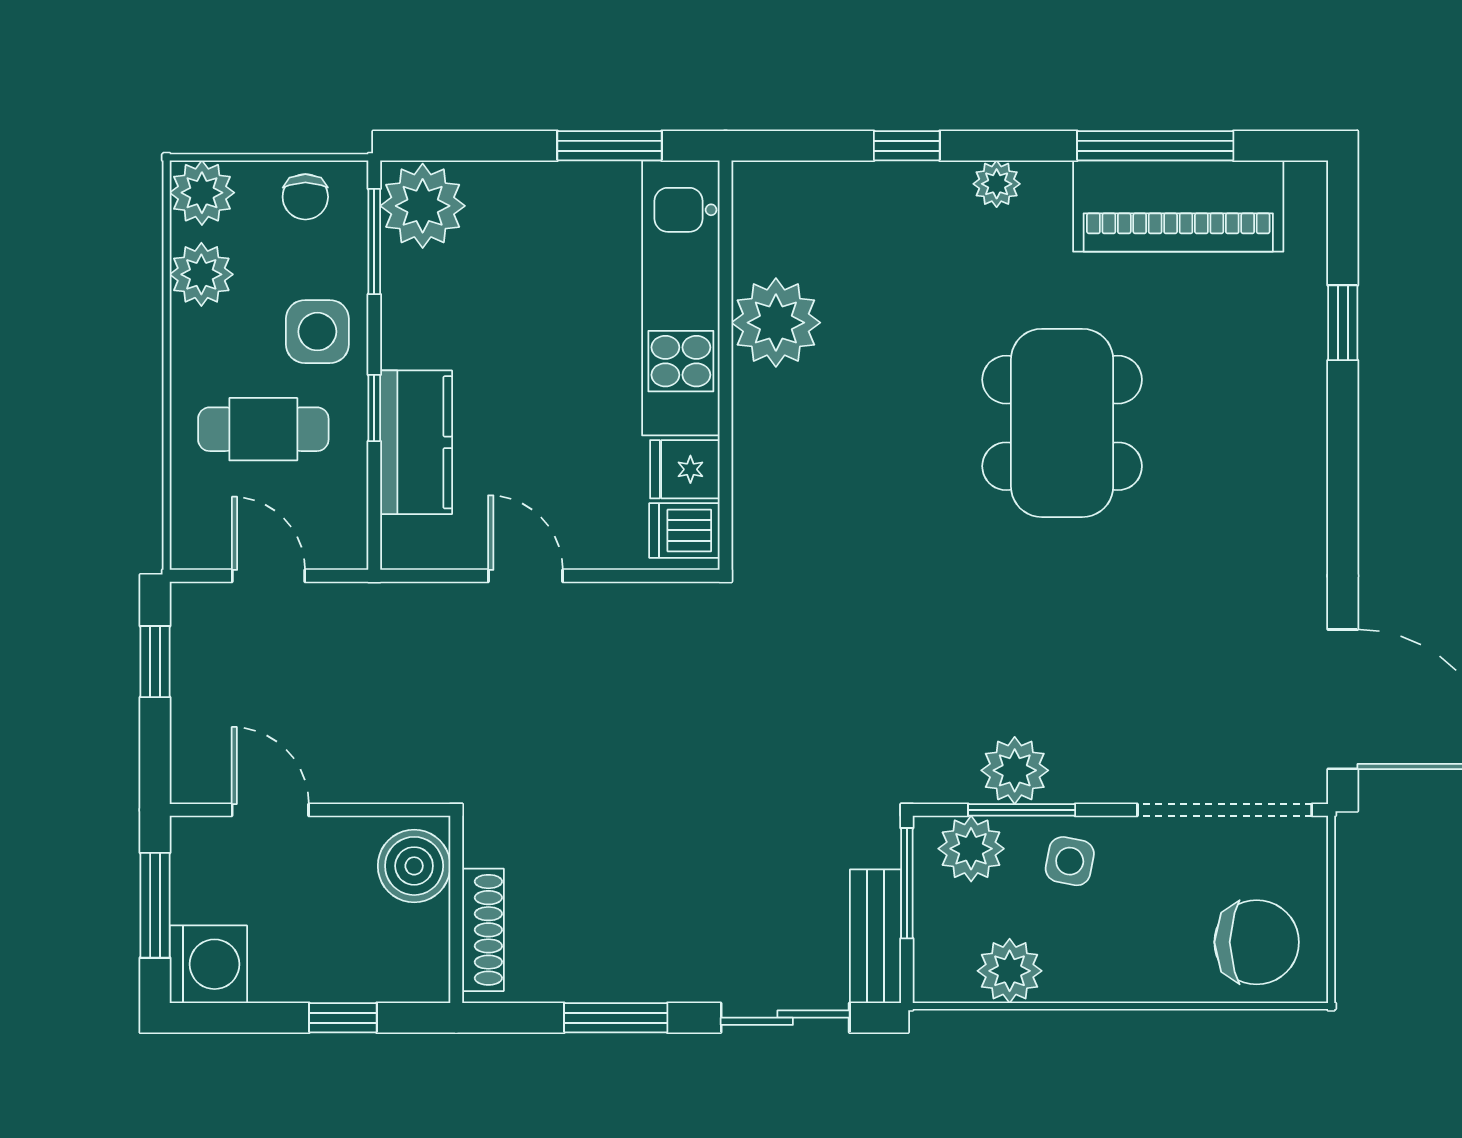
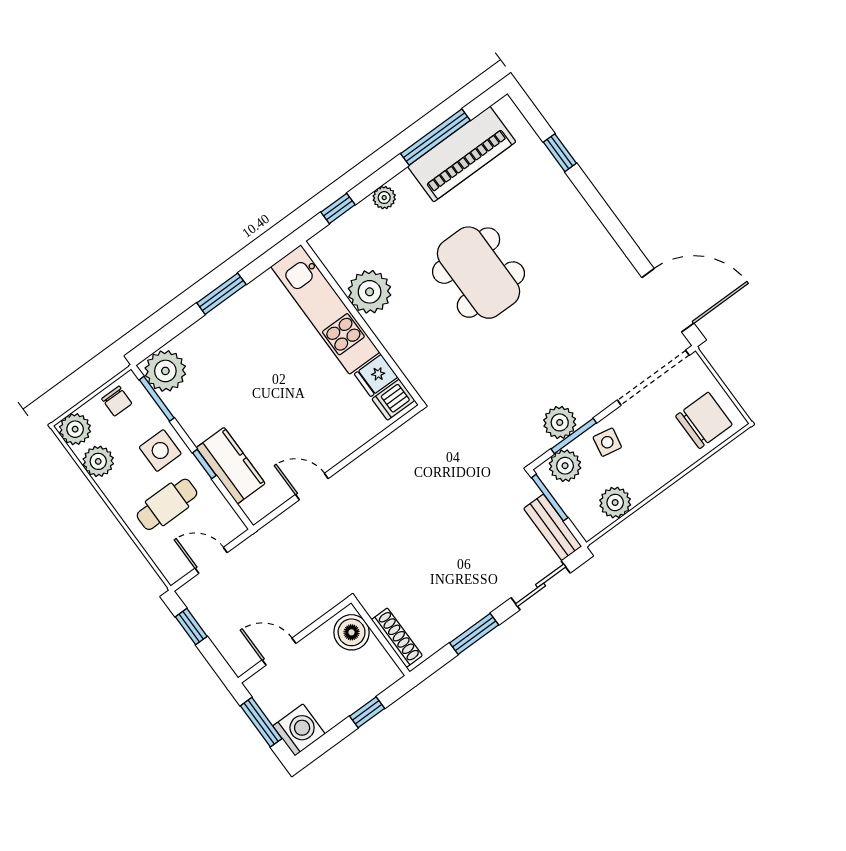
kitchen unit: (681, 298) -> (325, 309), moved
plant: (776, 323) -> (370, 292), moved
wall: (725, 365) -> (362, 323), moved
fridge: (685, 469) -> (376, 376), moved
dishwasher: (684, 530) -> (393, 400), moved

